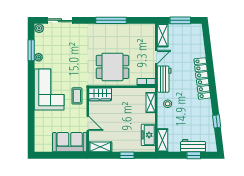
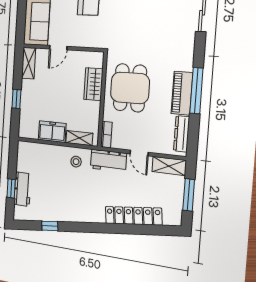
dresser: (140, 28) -> (182, 134), added
piano: (113, 30) -> (182, 93), added
locker: (202, 78) -> (133, 216), moved
wardrobe: (100, 94) -> (93, 84), moved
coffee table: (77, 96) -> (95, 34), removed
freezer: (148, 135) -> (52, 132), moved
shelving: (163, 140) -> (31, 149), removed

